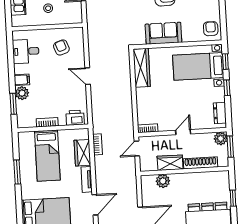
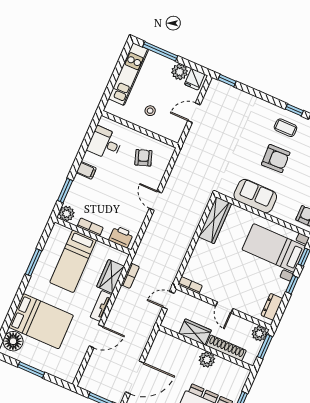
plant: (22, 93) -> (67, 214), moved
door: (183, 132) -> (224, 307), swing flipped
plant: (163, 181) -> (207, 360), moved

